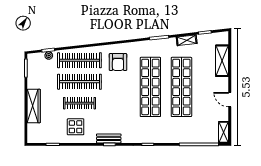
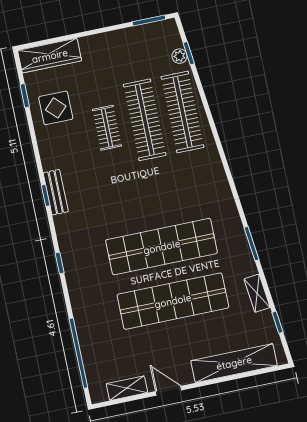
shelving: (222, 61) -> (234, 363), width x1.47
armchair: (118, 62) -> (193, 180), removed
door: (230, 100) -> (169, 391), hinge flipped
clothes rail: (79, 103) -> (107, 128), width x0.73
wardrobe: (34, 106) -> (50, 56), moved
display table: (76, 127) -> (56, 108), moved
shelving: (224, 132) -> (127, 388), moved

